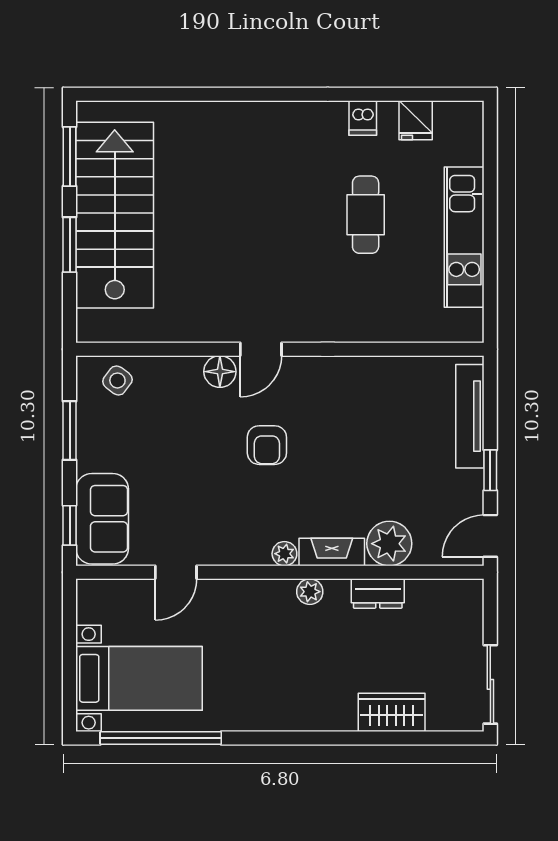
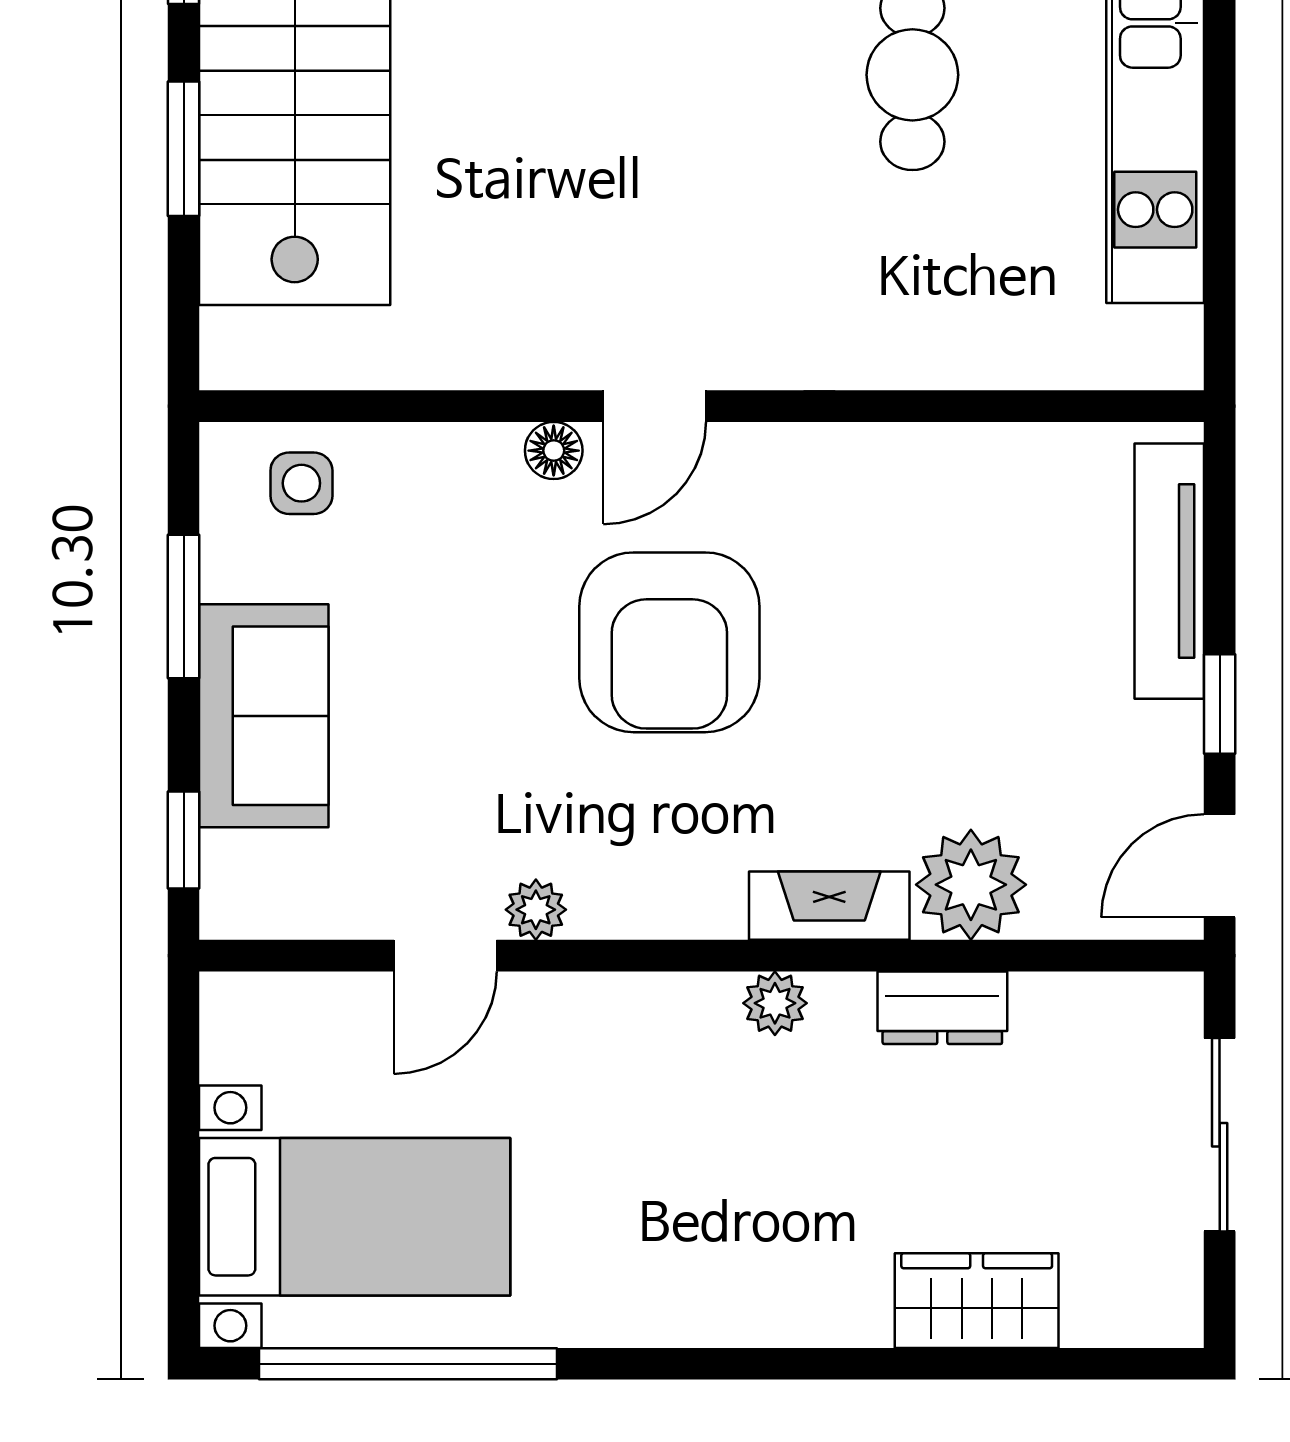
floor lamp: (220, 372) -> (554, 451), width x0.73, depth x0.73
side table: (117, 380) -> (301, 483), turned -37
armchair: (267, 445) -> (669, 642), width x1.88, depth x1.88
sofa: (102, 519) -> (264, 716), moved
plant: (284, 554) -> (536, 910), moved
sliding door: (490, 684) -> (1220, 1135), moved

